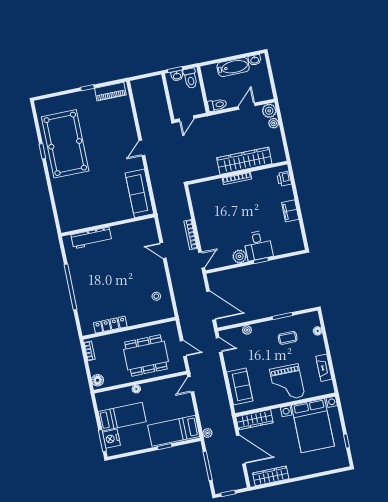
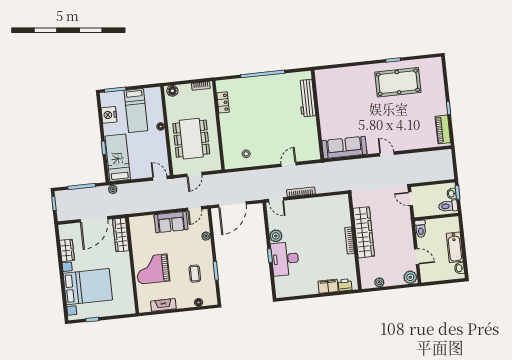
plant: (274, 123) -> (379, 282), moved
pool table: (65, 144) -> (398, 82), width x0.73, depth x0.76
wardrobe: (244, 161) -> (364, 232), moved
filing cabinet: (290, 211) -> (328, 286), moved
desk: (258, 245) -> (285, 259), width x1.37
locker: (110, 325) -> (223, 102), width x0.66
sofa: (240, 387) -> (171, 222), moved
bed with nightstands: (313, 426) -> (88, 287), moved, turned 180
nightstand: (111, 439) -> (109, 115), moved, turned -90
wardrobe: (271, 476) -> (67, 250), width x0.67

